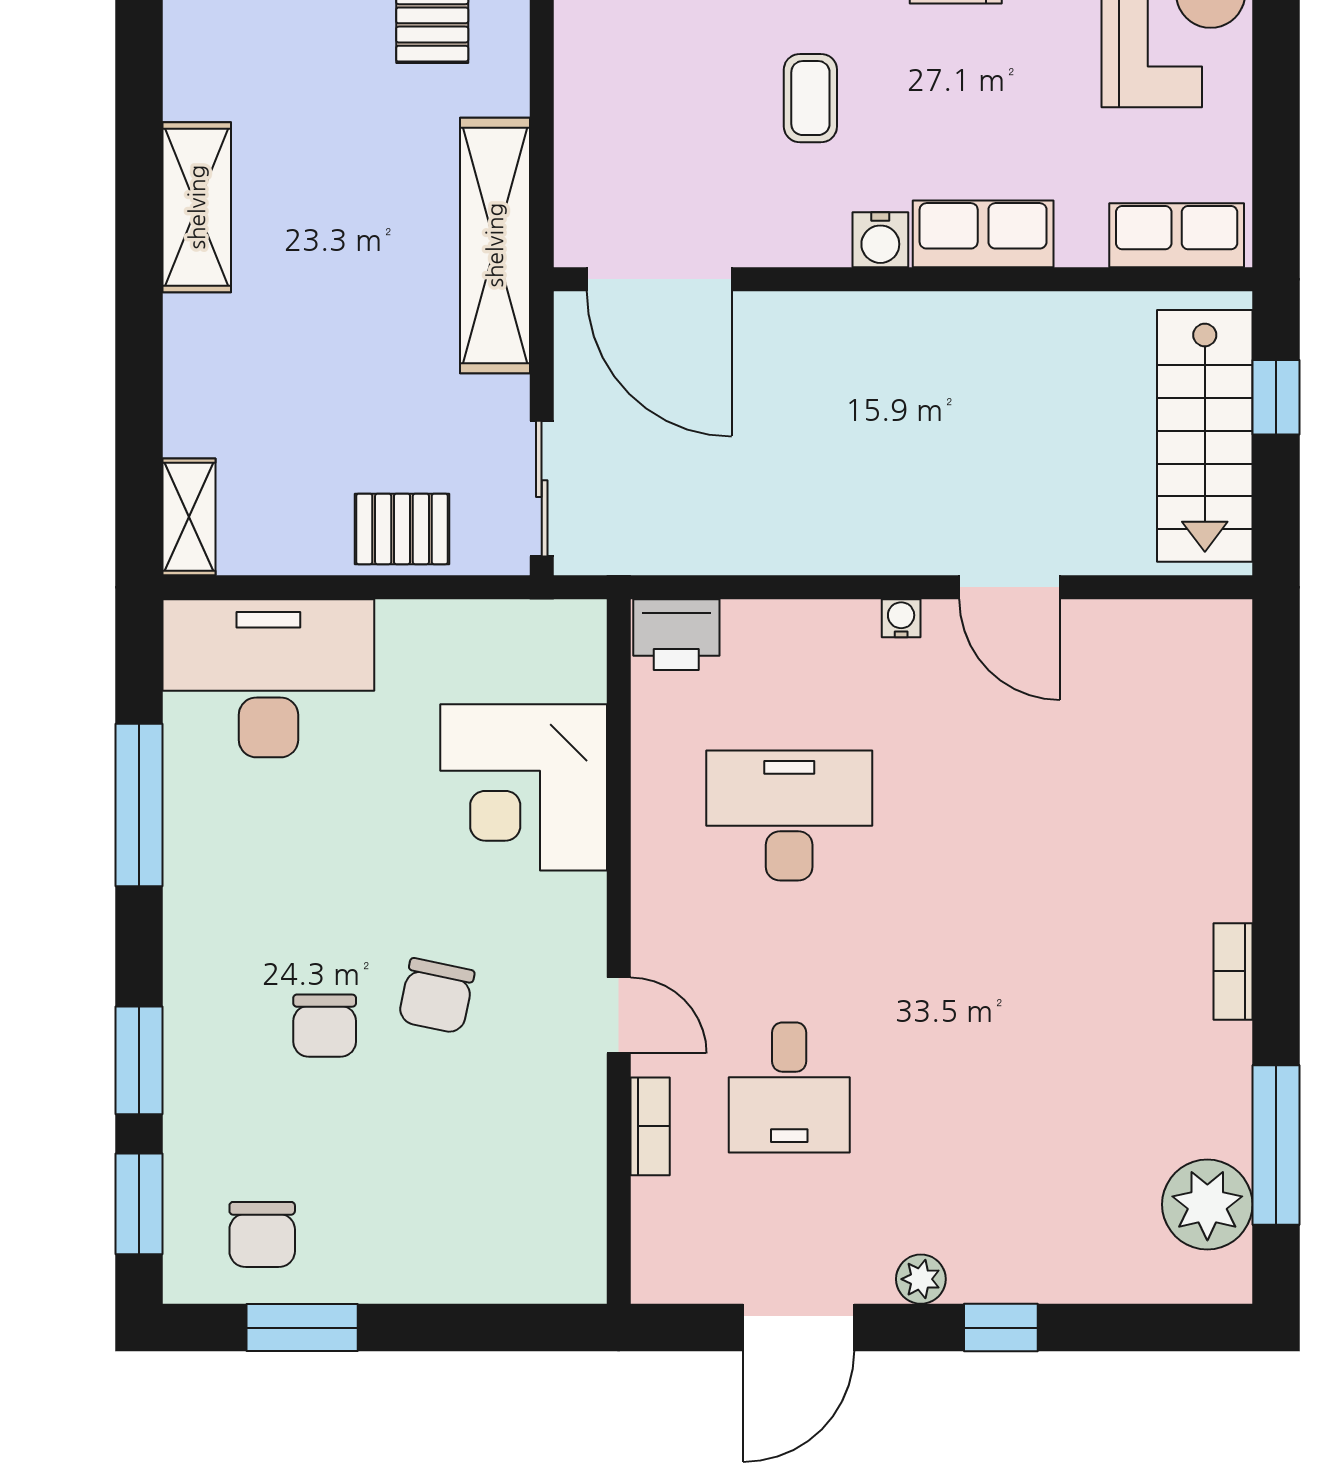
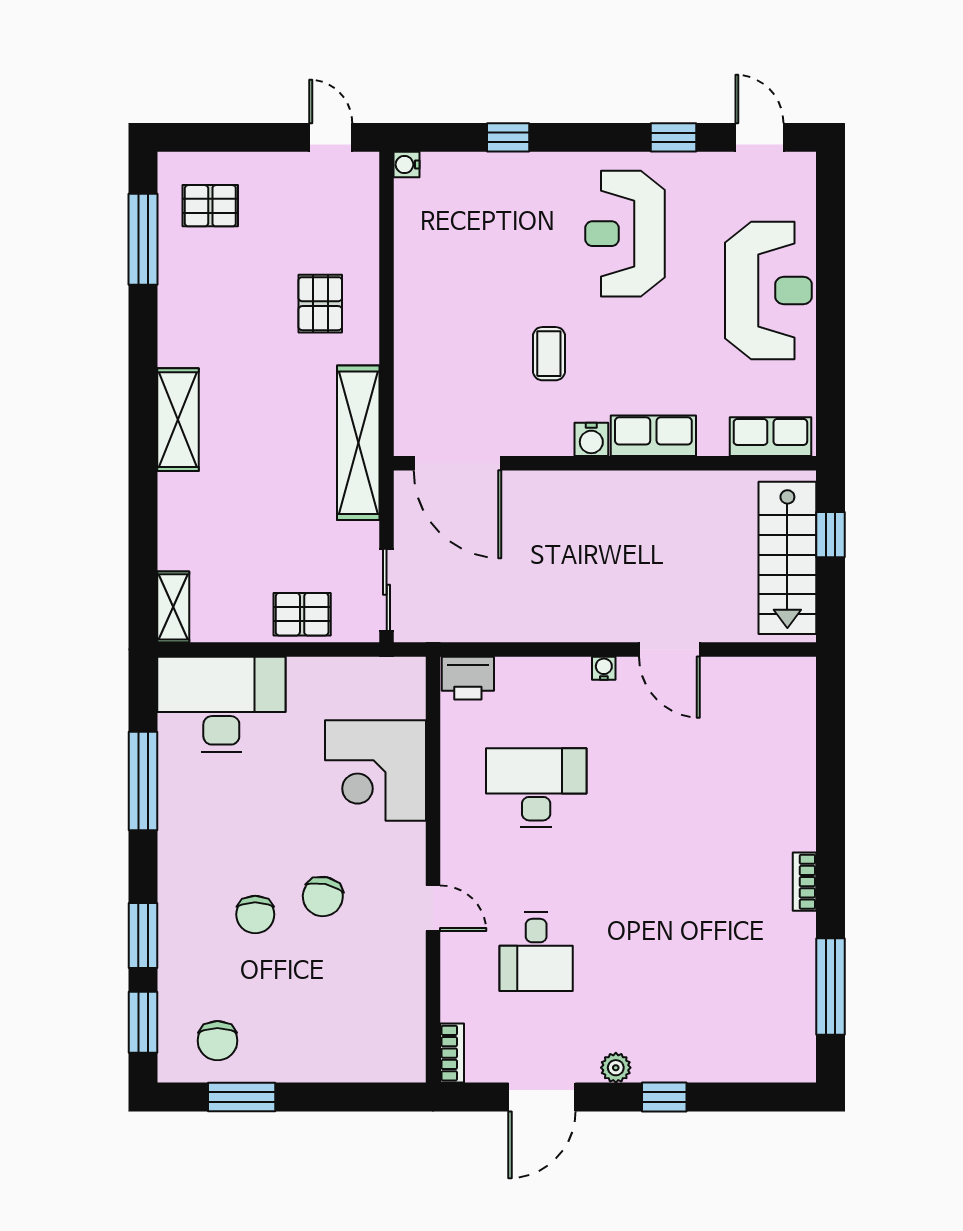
bookcase: (650, 1126) -> (452, 1053), moved
plant: (1207, 1204) -> (789, 1023), removed

